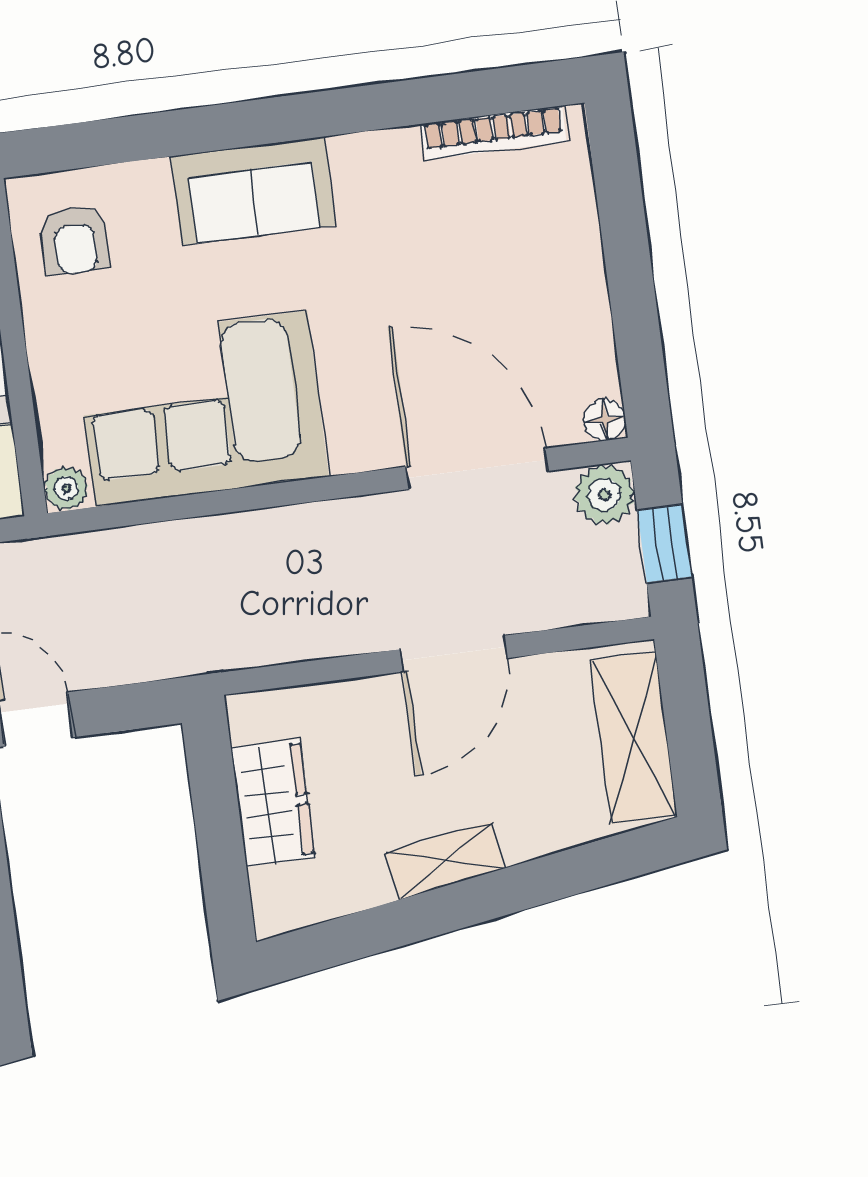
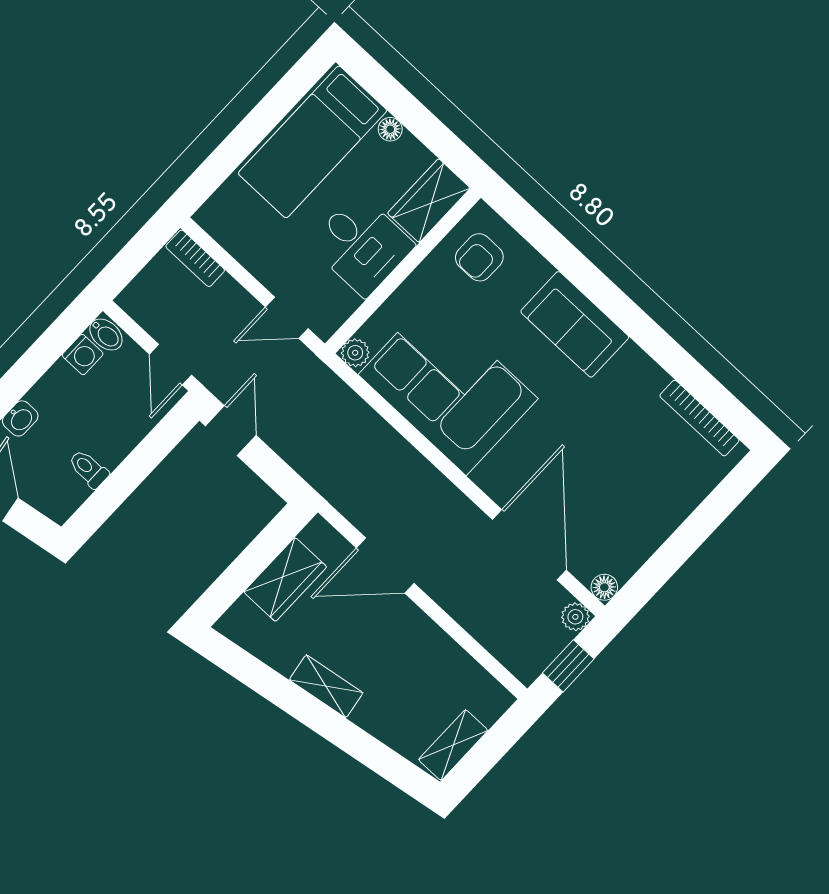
plant: (604, 495) -> (575, 617), width x0.73, depth x0.73
door: (453, 654) -> (385, 566), moved
shelving: (634, 738) -> (453, 745), width x0.67, depth x0.75

